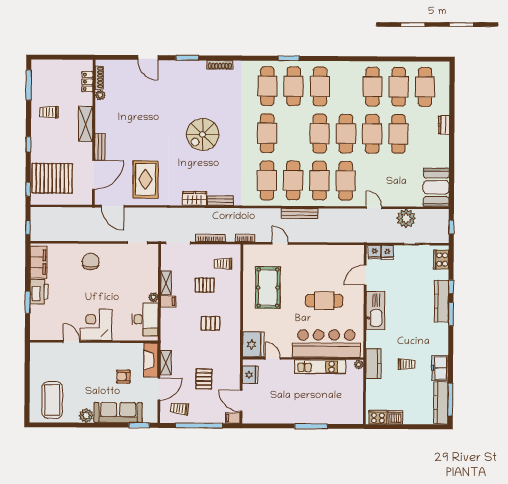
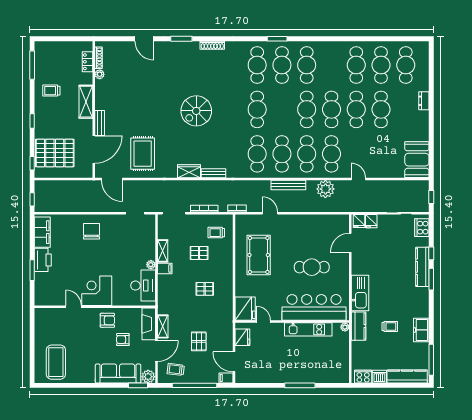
plant: (406, 218) -> (325, 189), moved
kitchen sink: (375, 310) -> (360, 293), moved
armchair: (107, 356) -> (107, 320), added
kitchen counter: (441, 403) -> (407, 377), moved, turned 90
plant: (86, 416) -> (148, 377), moved

